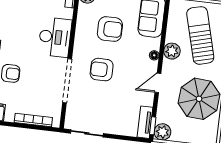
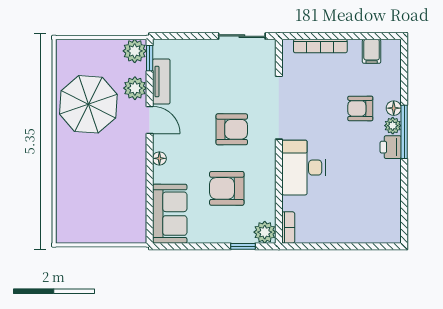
sun lounger: (200, 35) -> (97, 194), removed
plant: (172, 51) -> (135, 88), moved
door: (158, 83) -> (150, 120), hinge flipped
tv unit: (145, 122) -> (161, 81), moved

